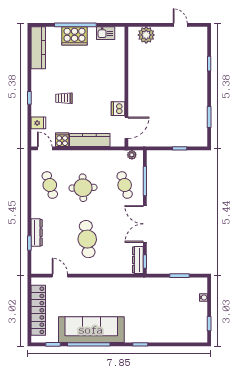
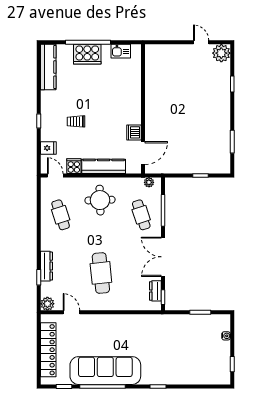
plant: (146, 35) -> (221, 53), moved
round table: (83, 188) -> (100, 200), moved
dresser: (138, 260) -> (155, 291), width x0.70
plant: (38, 268) -> (47, 304), added

